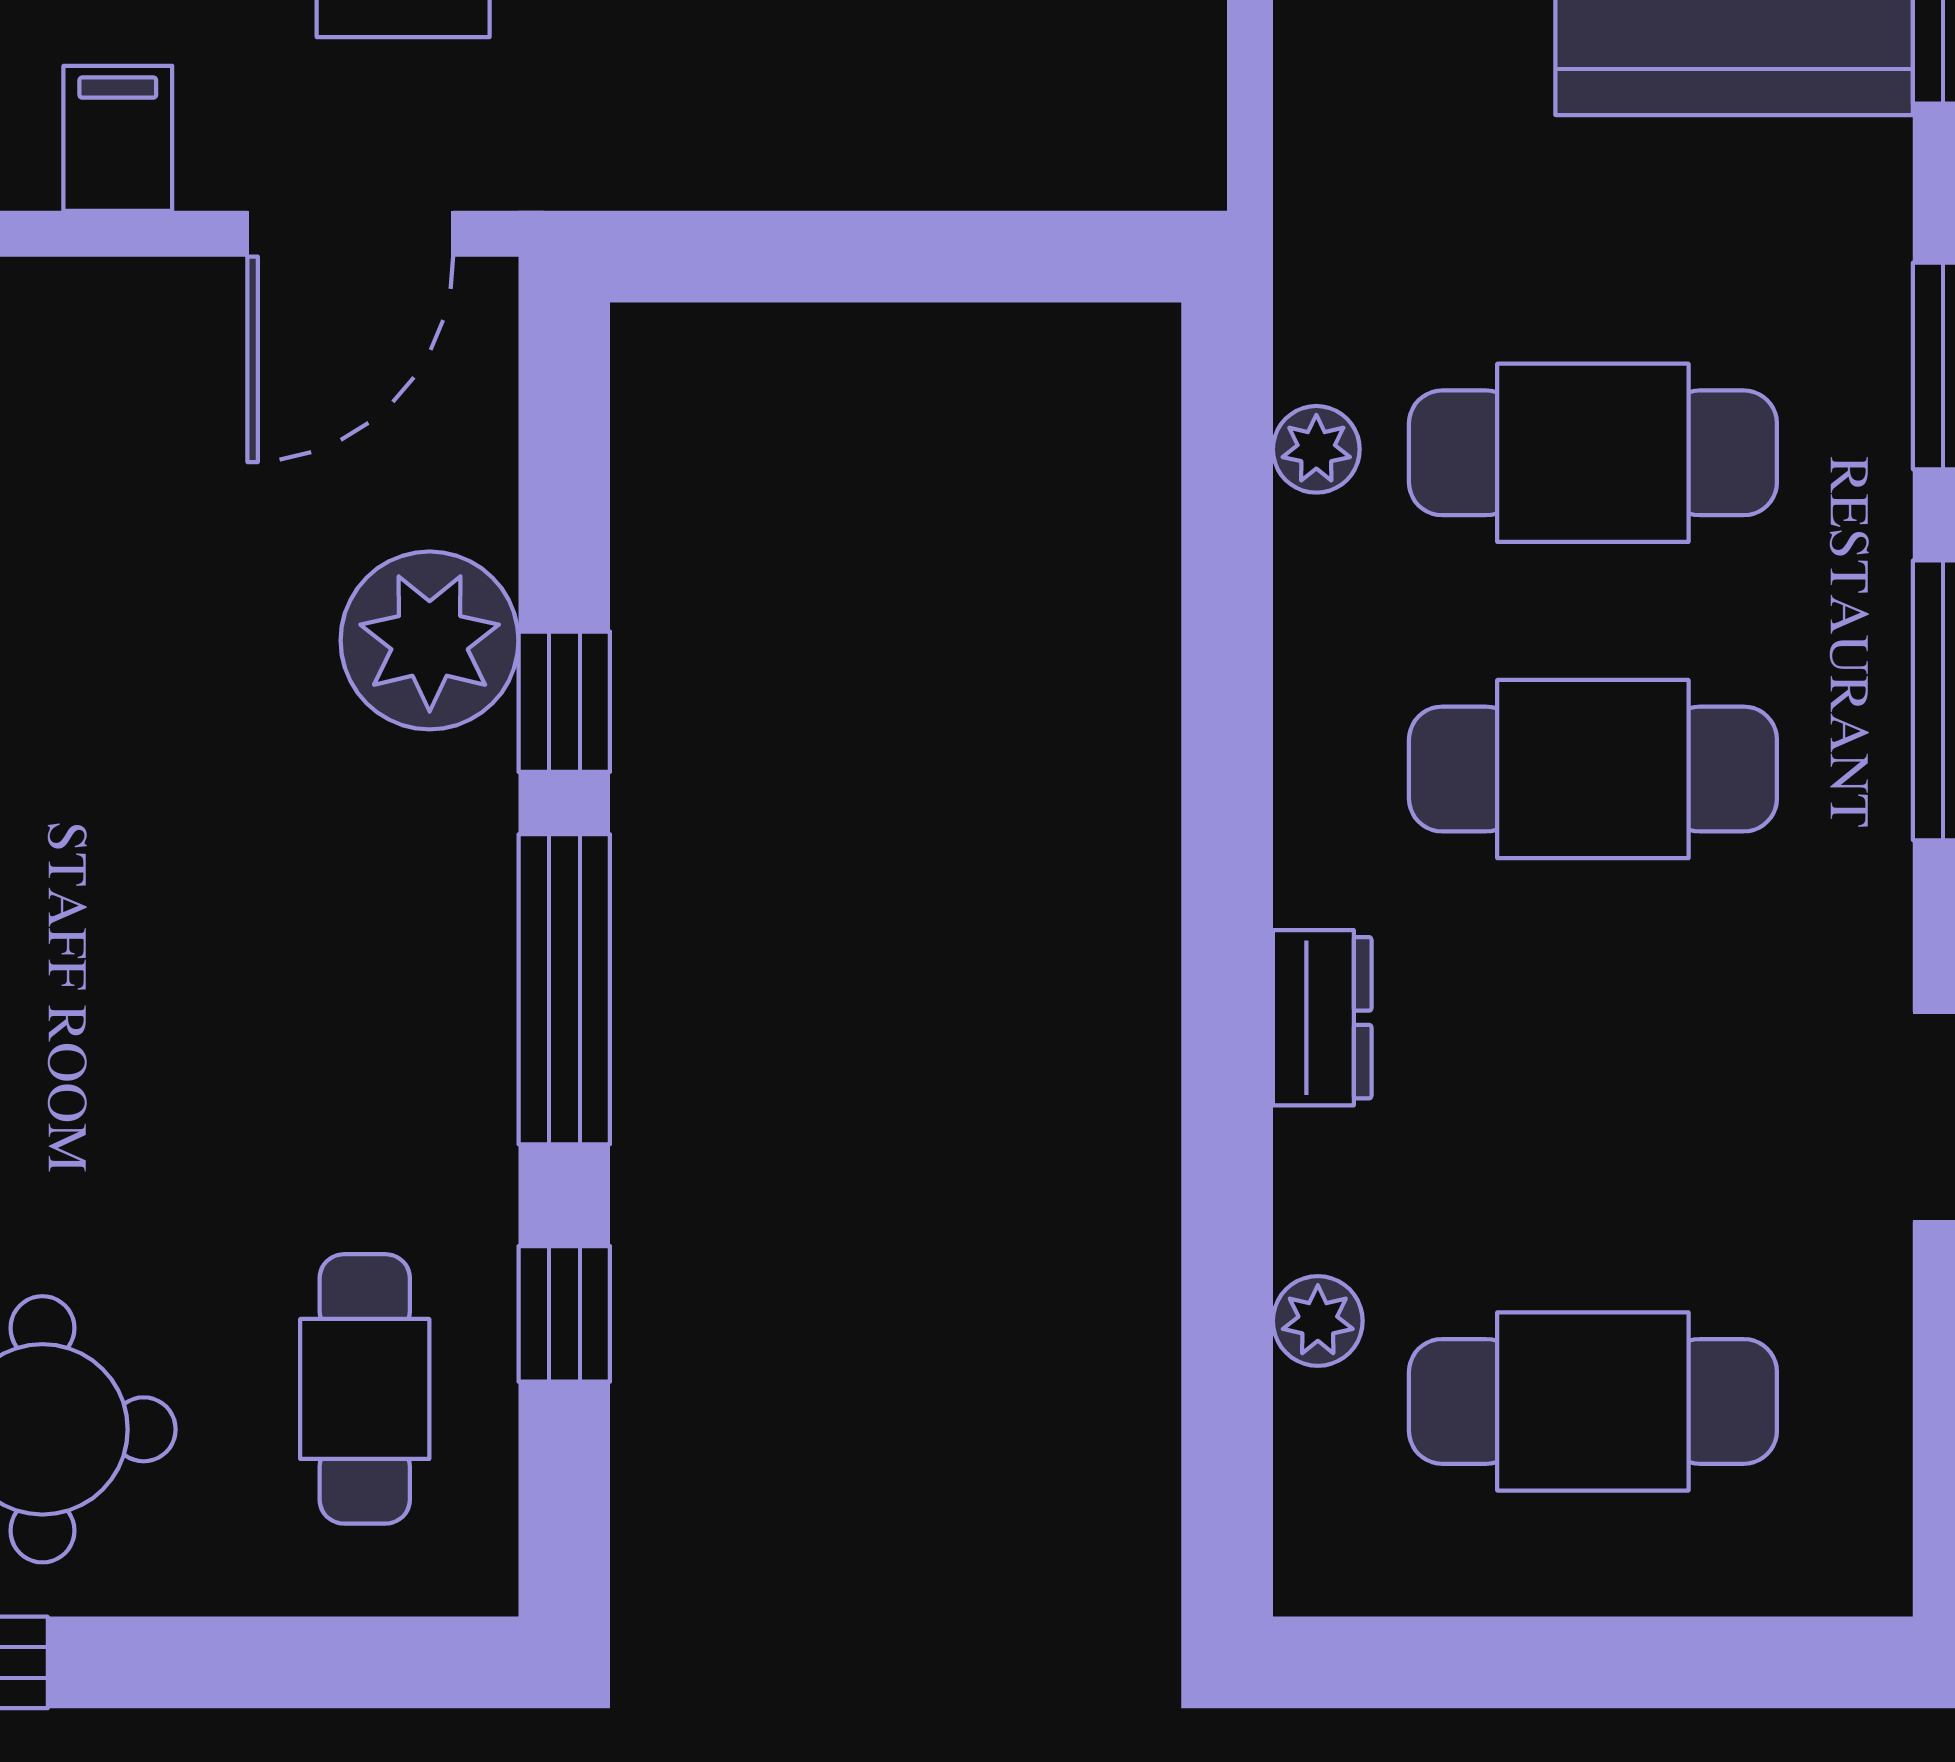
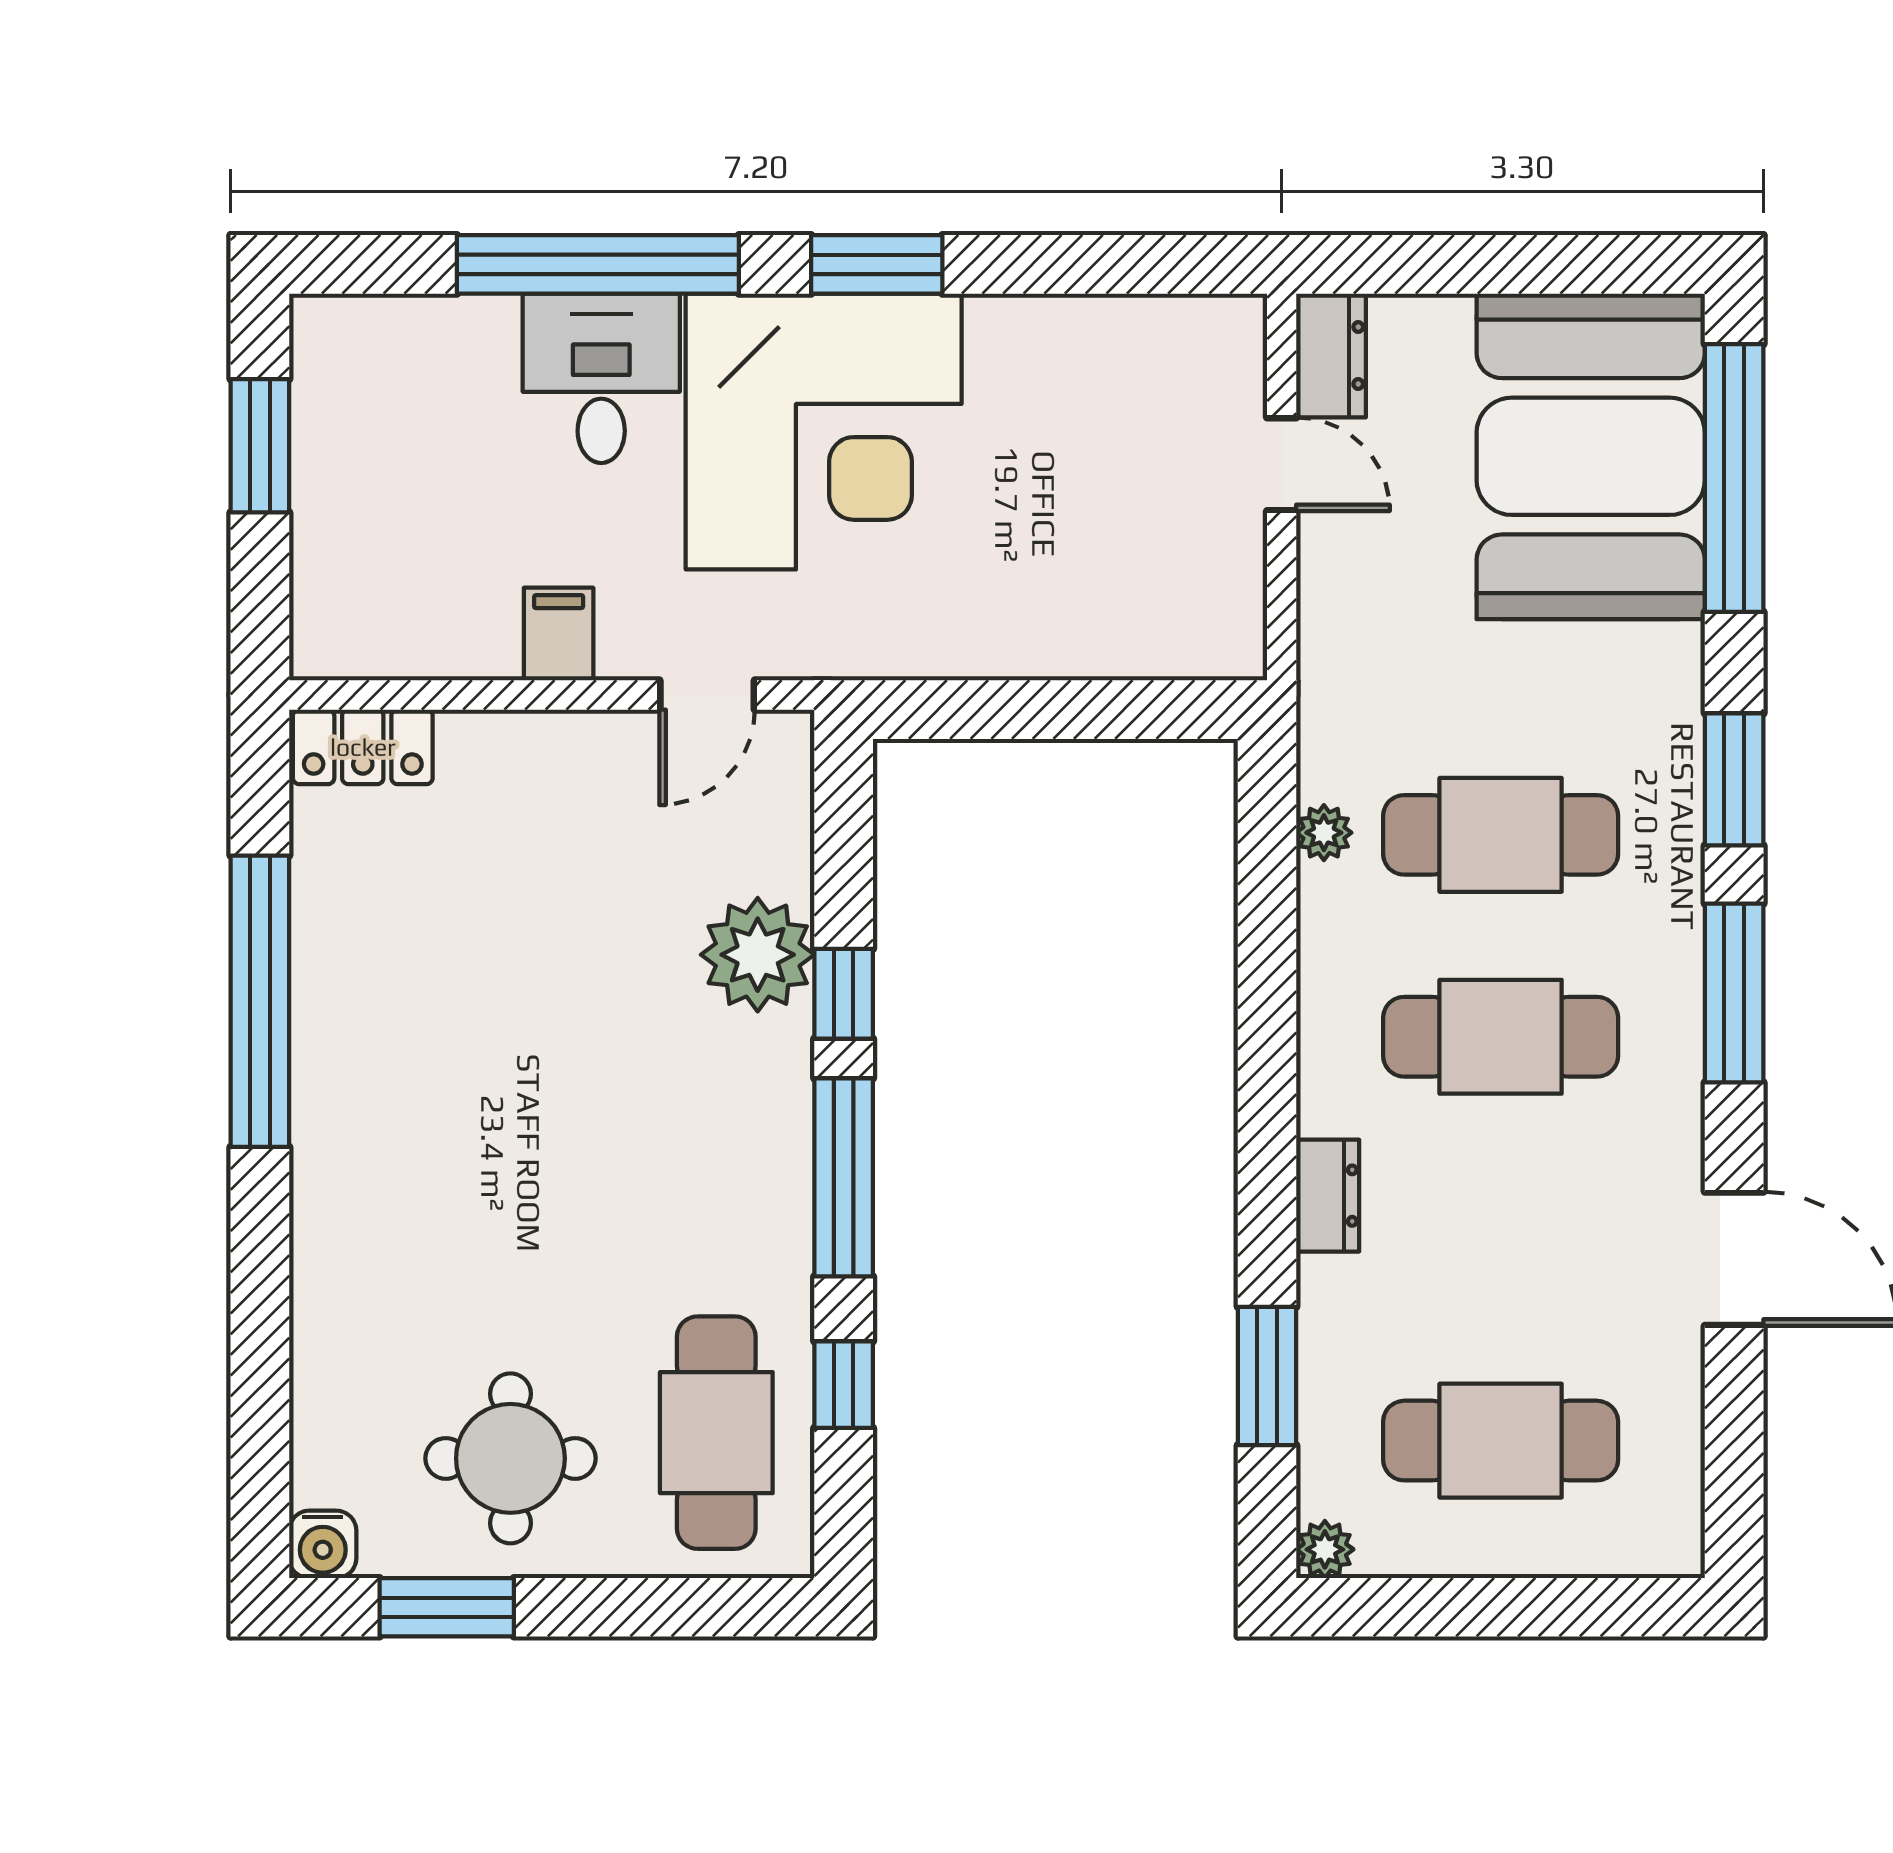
door: (350, 234) -> (707, 695), width x0.73
window: (1227, 1300) -> (1267, 1376), added
plant: (1318, 1321) -> (1325, 1549), moved
cafe table: (365, 1389) -> (716, 1433), width x1.37, depth x1.35

